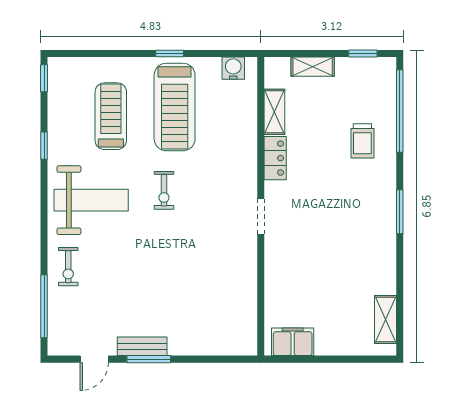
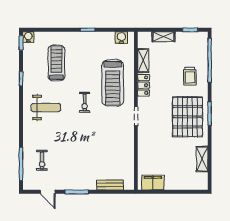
water cooler: (58, 67) -> (28, 37), added
treadmill: (175, 107) -> (113, 83), moved
weight bench: (91, 200) -> (46, 108), width x0.73, depth x0.75
pallet: (358, 218) -> (187, 117), added
exercise bike: (68, 267) -> (42, 160), moved
shelving: (386, 319) -> (202, 159), moved
bench: (142, 346) -> (110, 185), moved
door: (94, 359) -> (48, 192), hinge flipped

